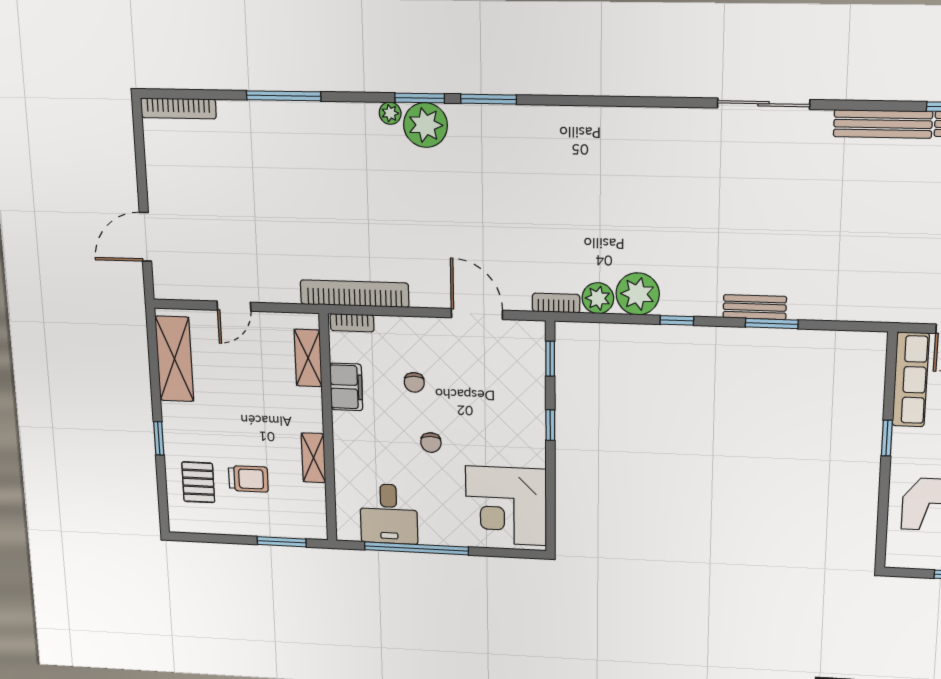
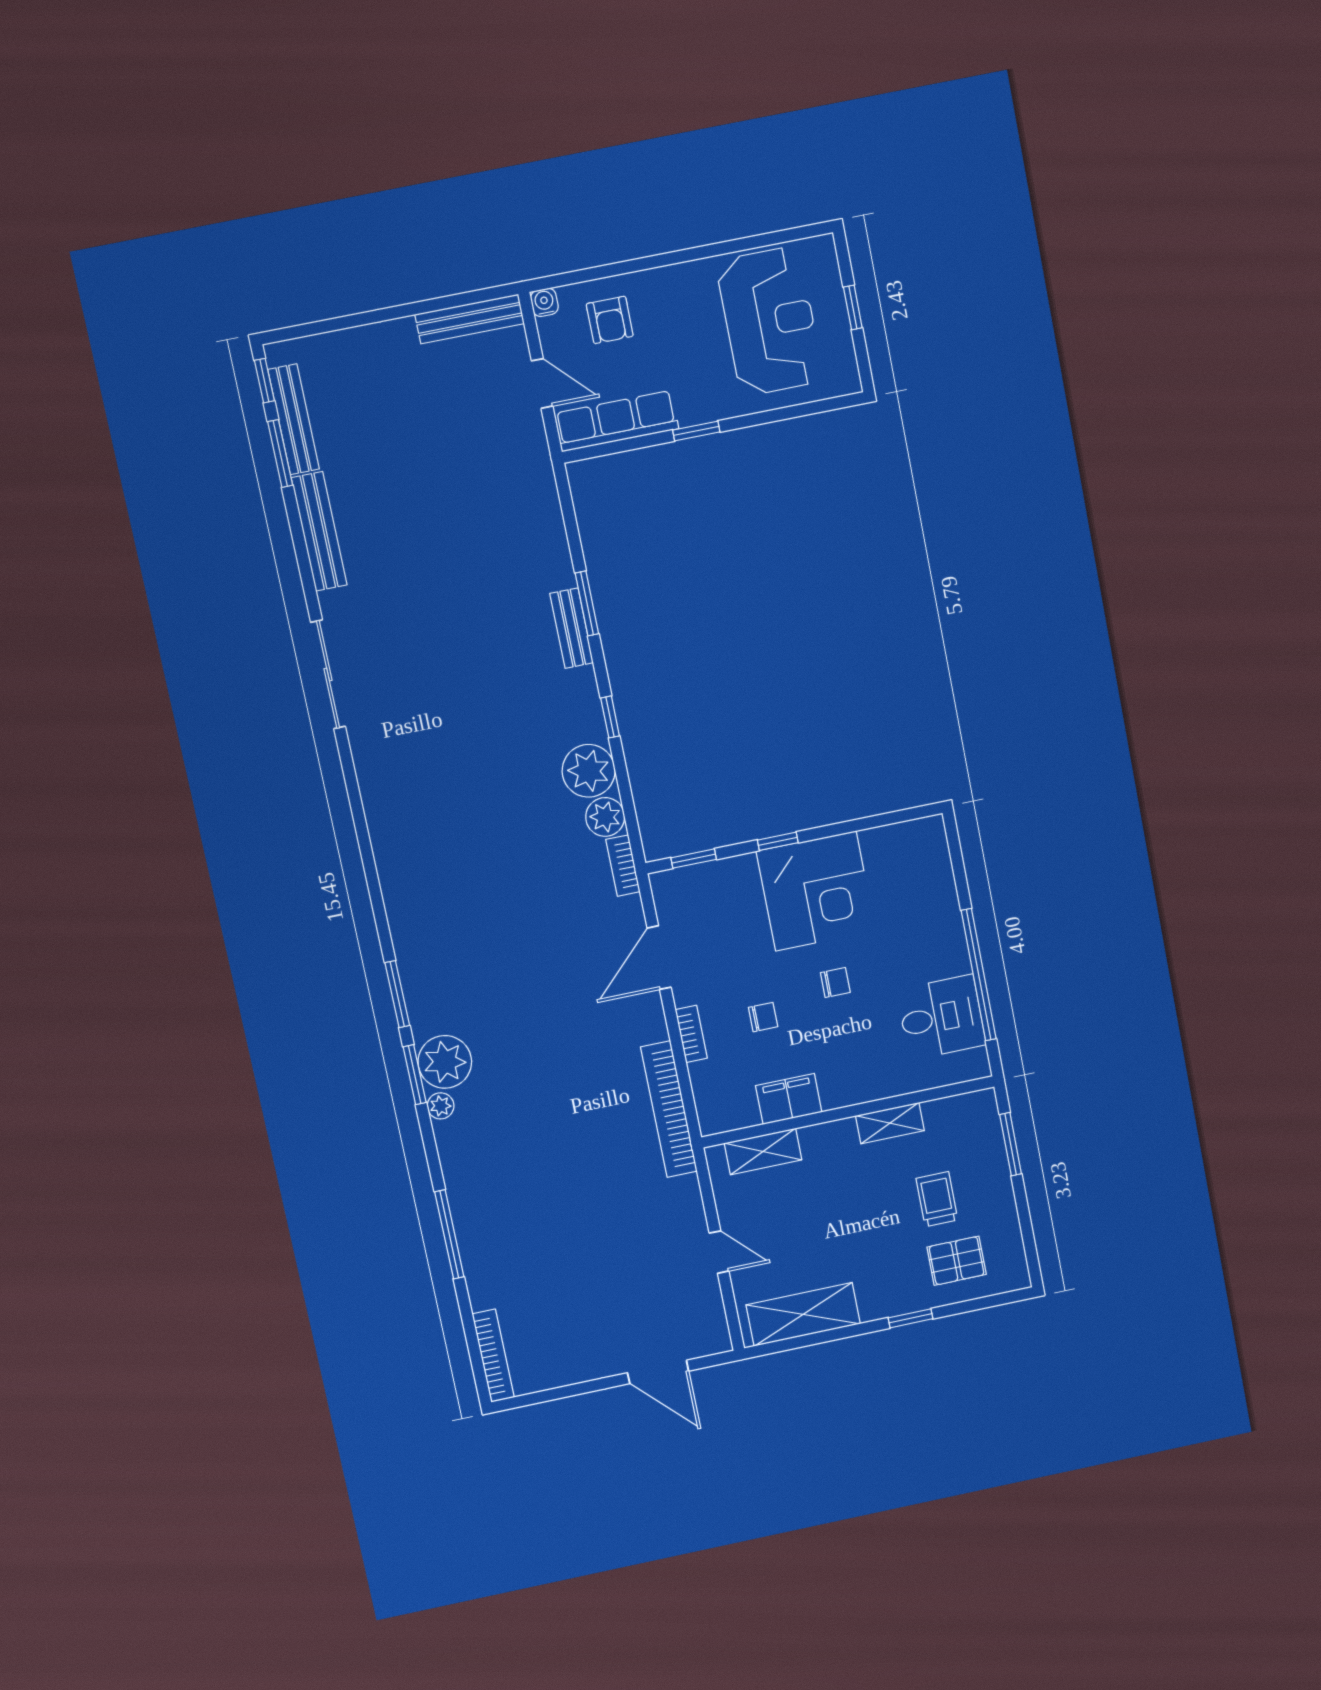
bookcase: (352, 323) -> (691, 1034), moved
corner desk: (506, 506) -> (816, 891), moved

